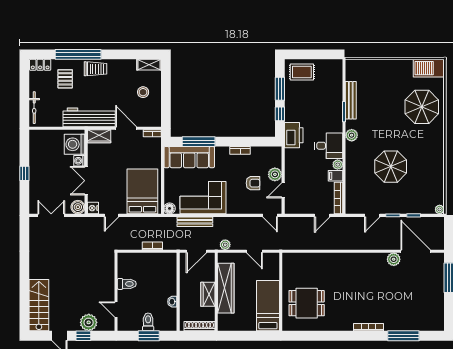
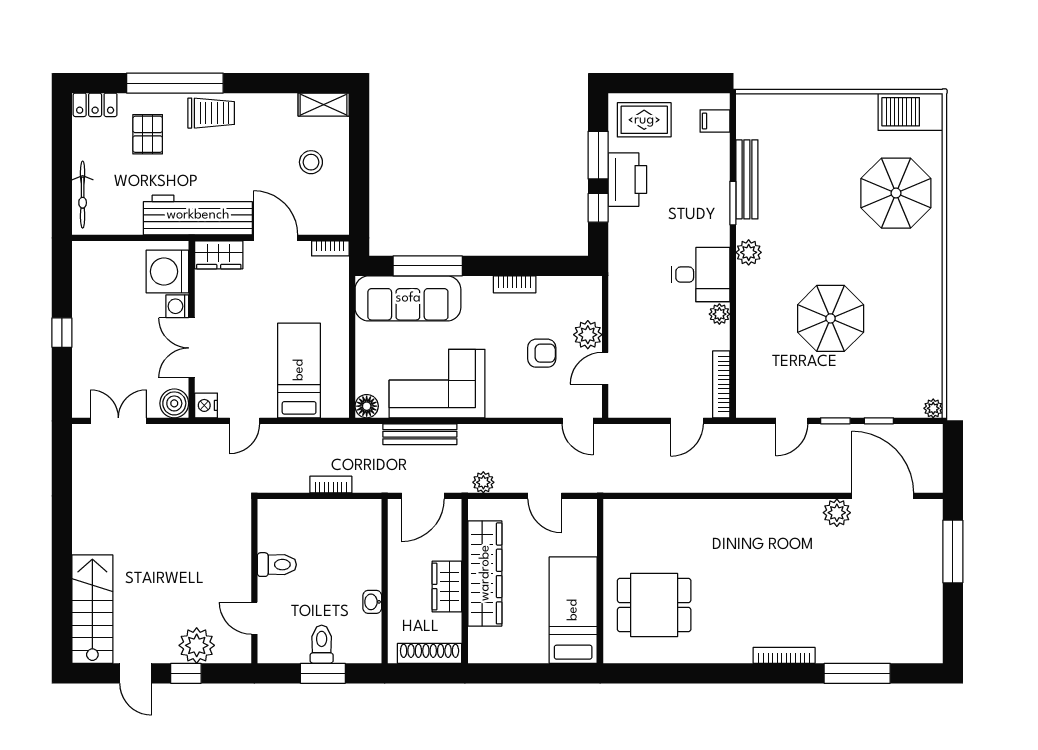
printer: (294, 135) -> (627, 180), moved
filing cabinet: (336, 176) -> (715, 121), moved
bed: (142, 191) -> (299, 370), width x0.67

